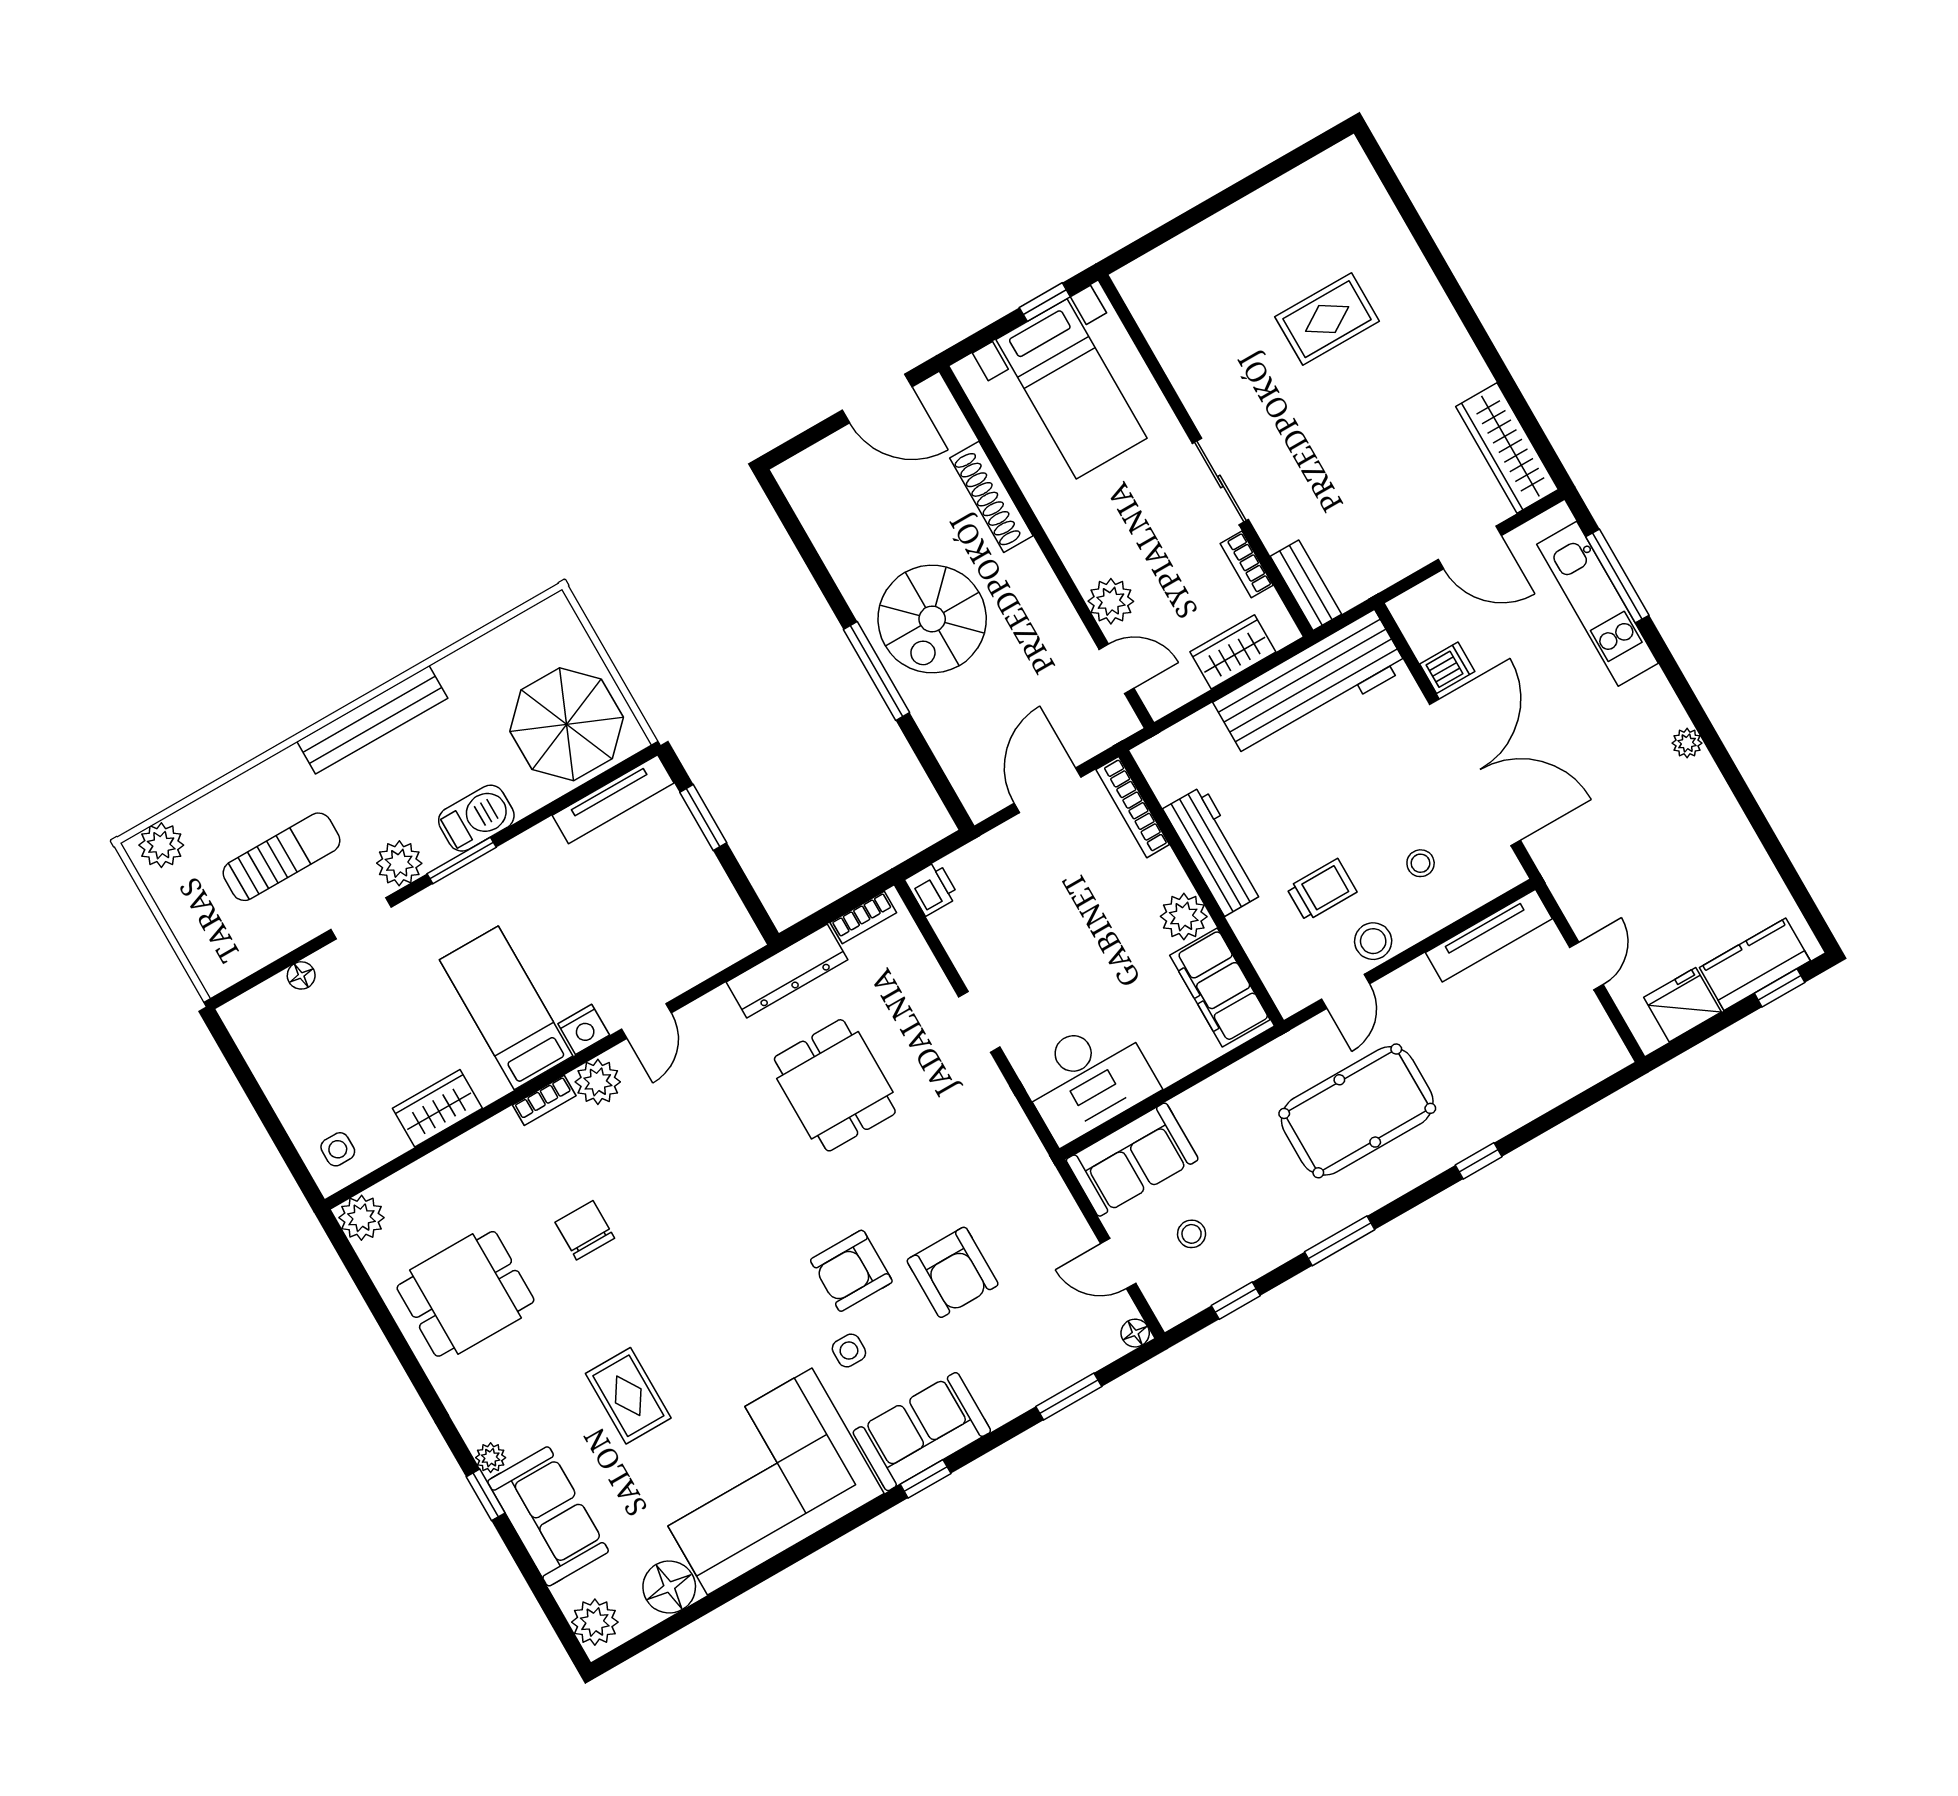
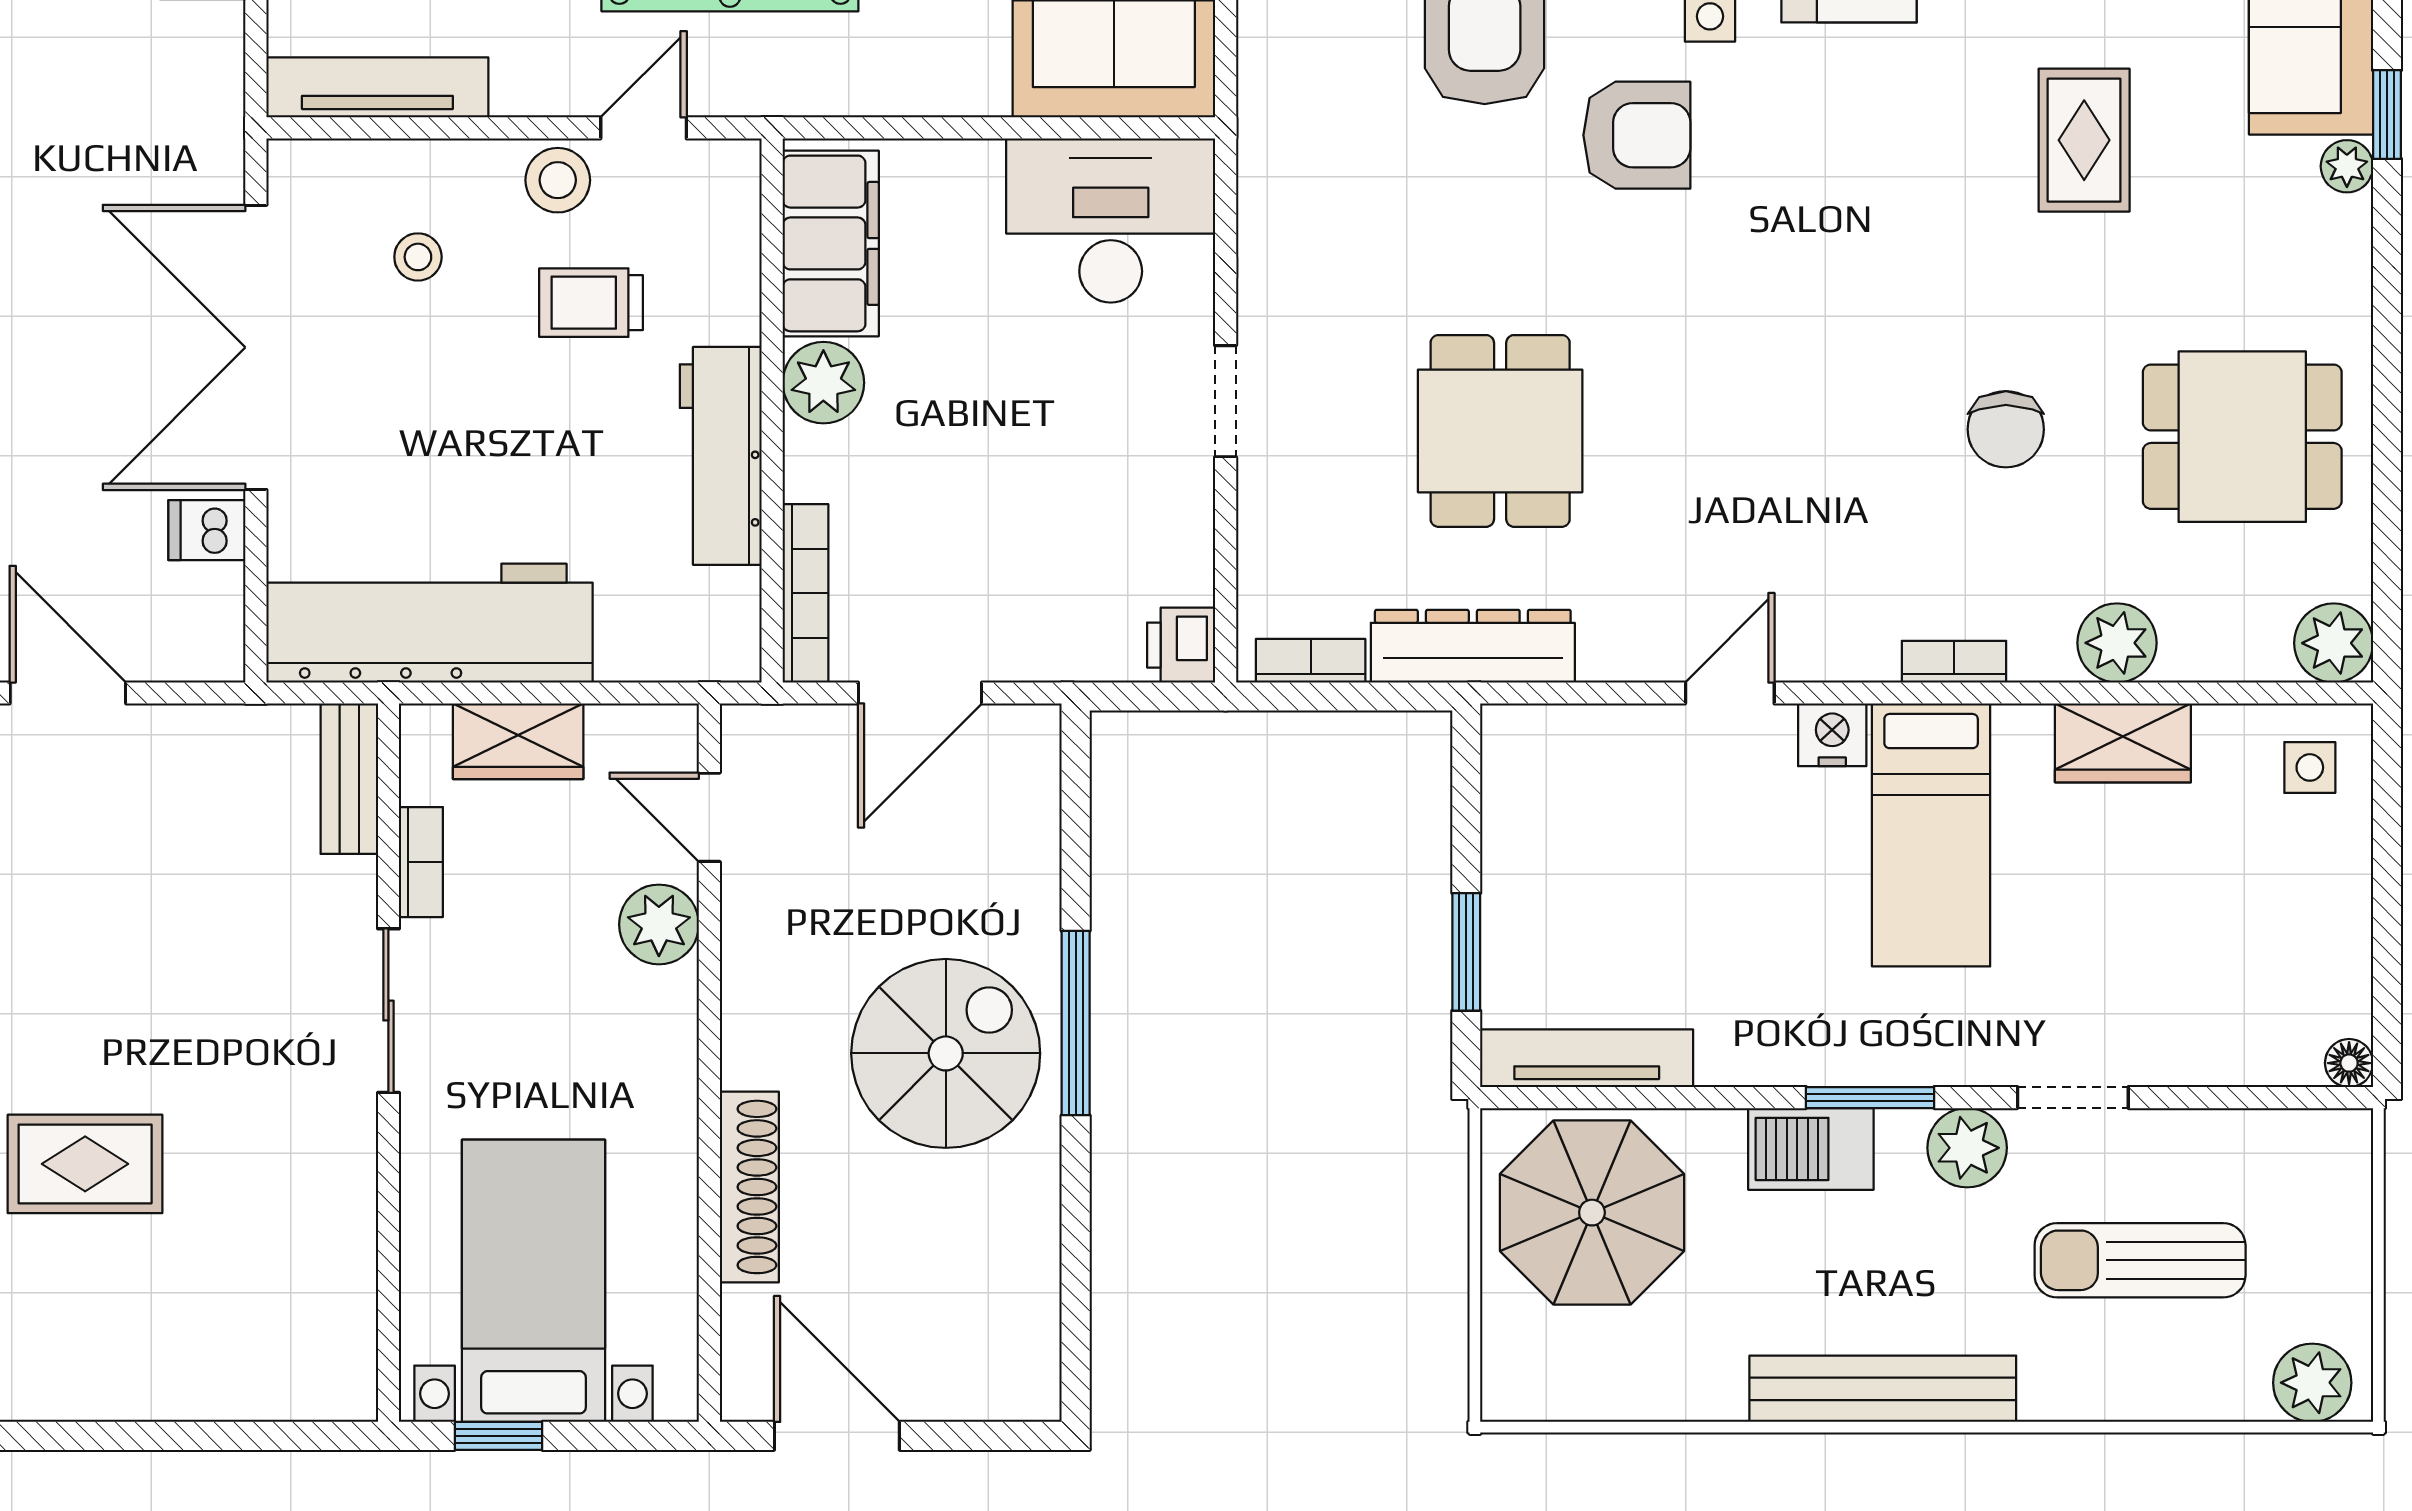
floor lamp: (301, 975) -> (2349, 1063), moved
plant: (598, 1082) -> (2117, 643), moved

